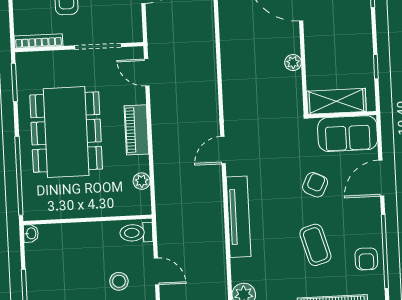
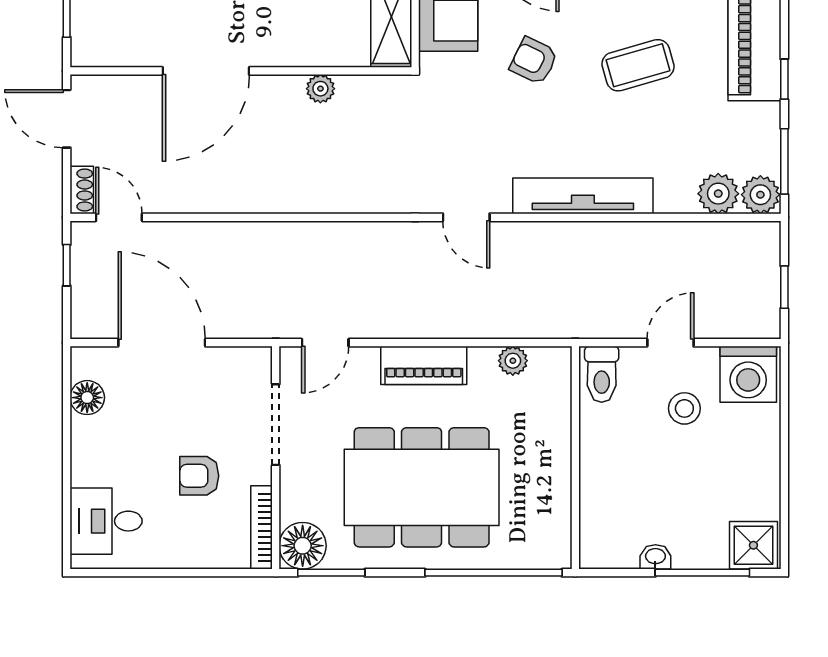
floor lamp: (29, 65) -> (303, 546), added
washbasin: (31, 233) -> (655, 557), moved

